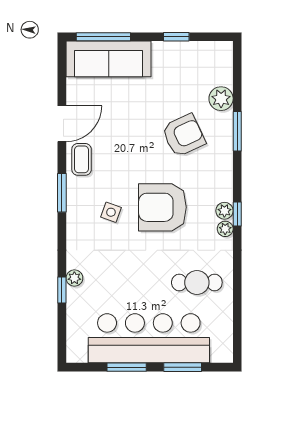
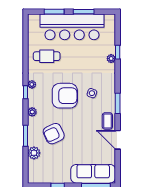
door: (62, 124) -> (118, 140), hinge flipped
plant: (224, 211) -> (32, 112), moved

